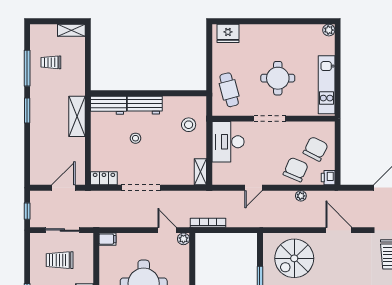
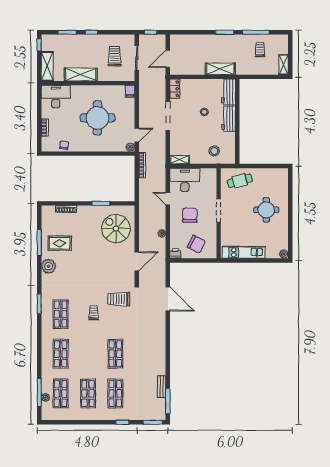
fridge: (228, 33) -> (281, 180), removed
round table: (278, 78) -> (266, 210), moved
desk: (228, 142) -> (185, 180), moved
chair: (296, 170) -> (190, 215), moved, turned -113
door: (63, 188) -> (168, 59), swing flipped

